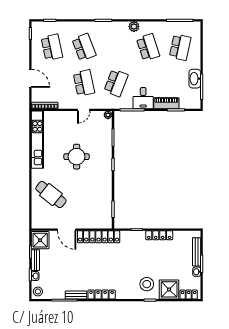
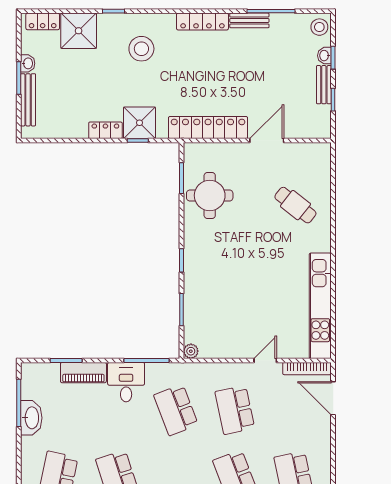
door: (30, 78) -> (333, 398), moved
school desk: (116, 83) -> (176, 410), turned -42
door: (84, 110) -> (265, 361), moved
round table: (77, 157) -> (210, 195), moved
cafe table: (51, 195) -> (295, 205), width x0.73, depth x0.74
door: (67, 230) -> (267, 141), hinge flipped
locker: (159, 235) -> (105, 130), width x0.66
shower: (40, 240) -> (139, 123), moved
stool: (147, 284) -> (141, 49), moved

